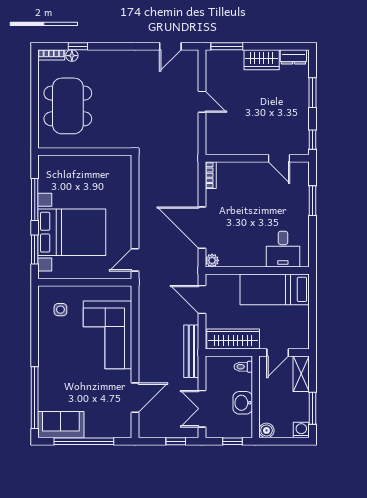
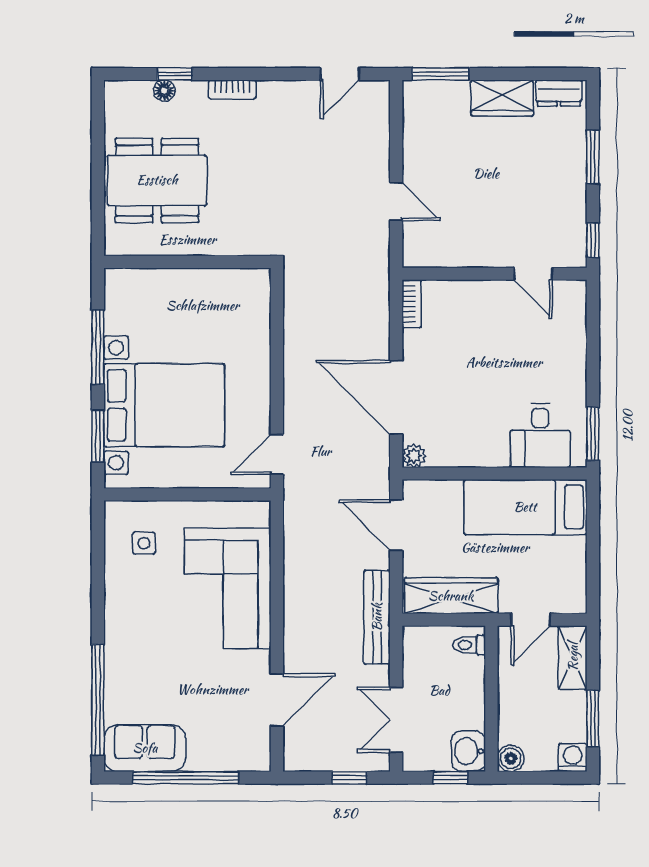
bookcase: (51, 55) -> (232, 89), moved
door: (202, 102) -> (396, 202), moved
dining table: (68, 106) -> (157, 180), turned 90
window: (313, 201) -> (593, 434), moved
washbasin: (243, 403) -> (468, 751), moved

